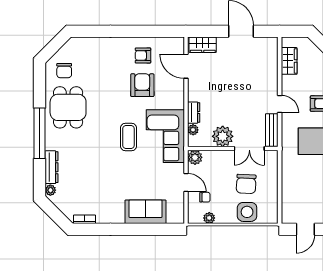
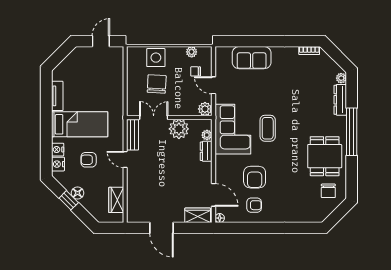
floor lamp: (179, 42) -> (220, 218), added
chair: (64, 71) -> (328, 191), turned 180

